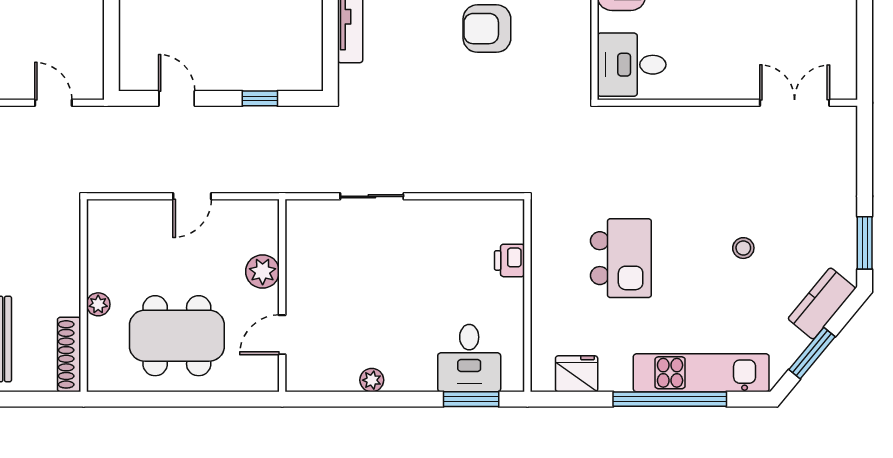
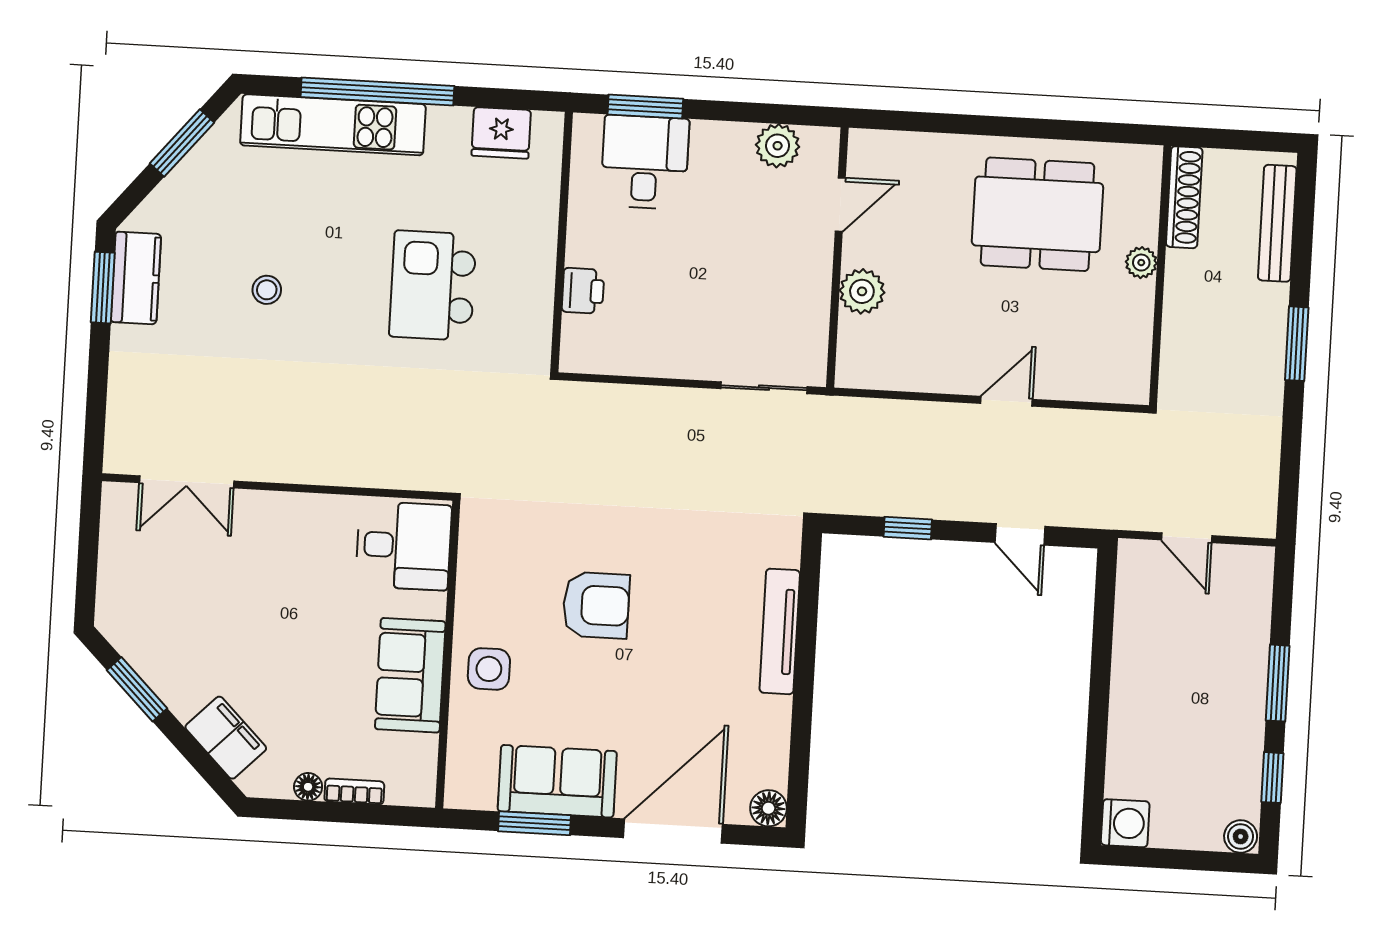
plant: (263, 272) -> (862, 291), moved
wall: (282, 296) -> (837, 257), moved
kitchen counter: (822, 303) -> (136, 278), moved, turned -40
door: (282, 335) -> (840, 205), moved
plant: (372, 380) -> (778, 146), width x1.38, depth x1.38

